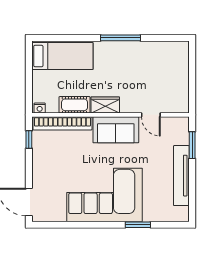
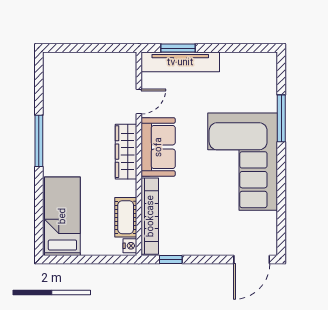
cot: (75, 105) -> (126, 217), moved
wardrobe: (105, 105) -> (126, 152), width x1.50
tv unit: (181, 176) -> (180, 62), moved
window: (138, 225) -> (281, 118), width x1.44

